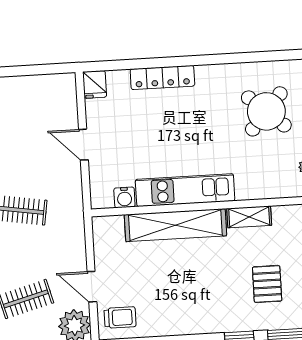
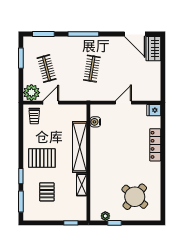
kitchen unit: (185, 190) -> (97, 153), removed
pallet: (267, 284) -> (47, 192), turned 90
pallet: (201, 298) -> (42, 158), added

